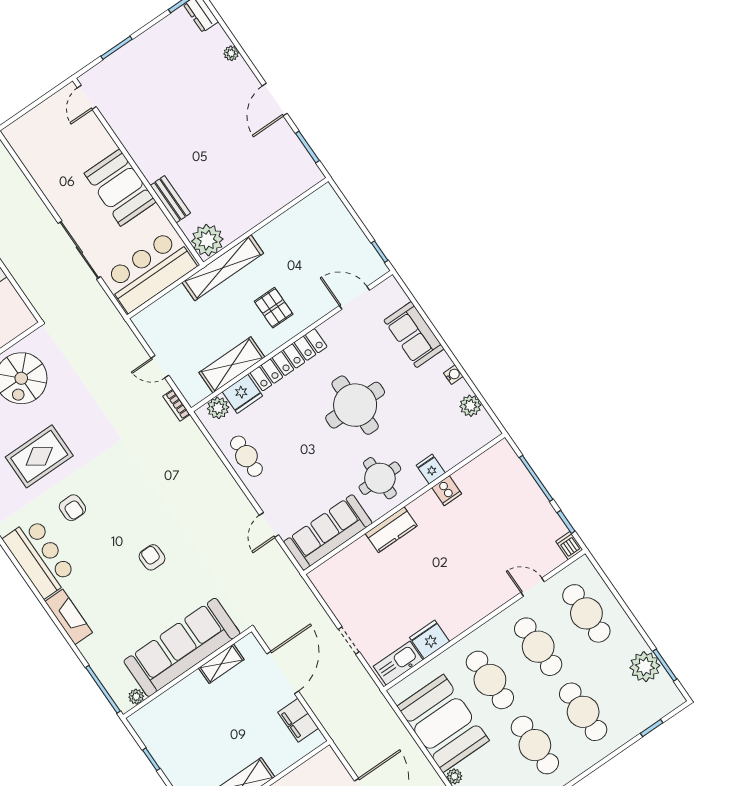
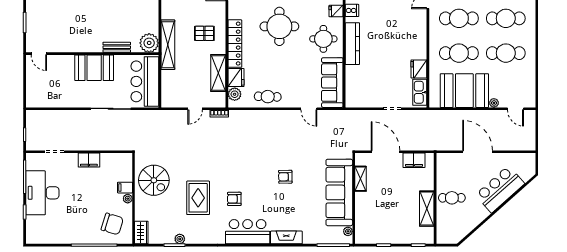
armchair: (72, 508) -> (234, 199), turned 180
kitchen counter: (391, 530) -> (352, 44), width x1.50

